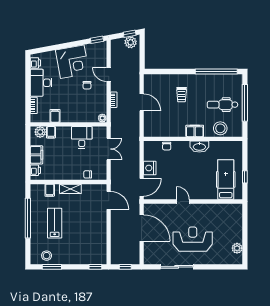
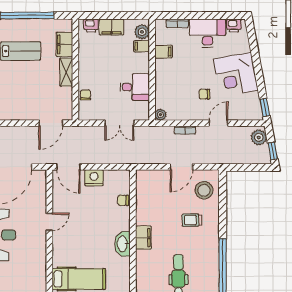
plant: (131, 42) -> (259, 137), moved
stool: (220, 128) -> (204, 190), moved
filing cabinet: (50, 190) -> (64, 44), width x2.00

